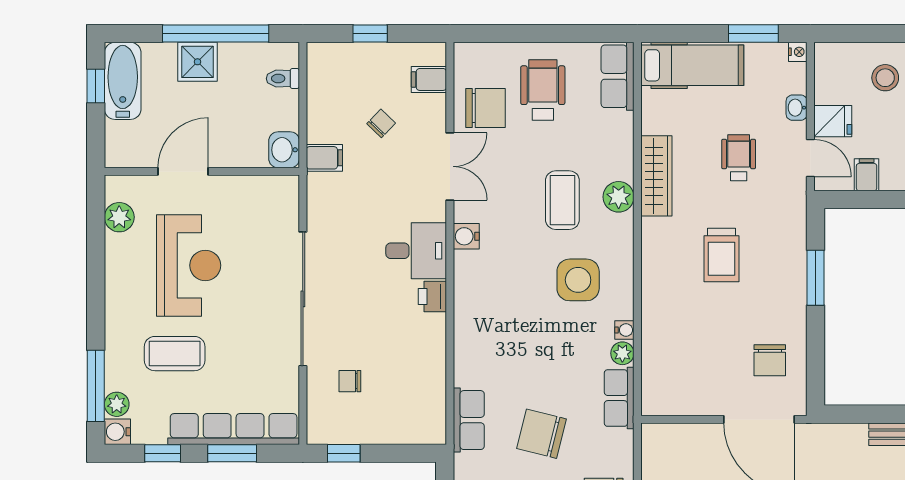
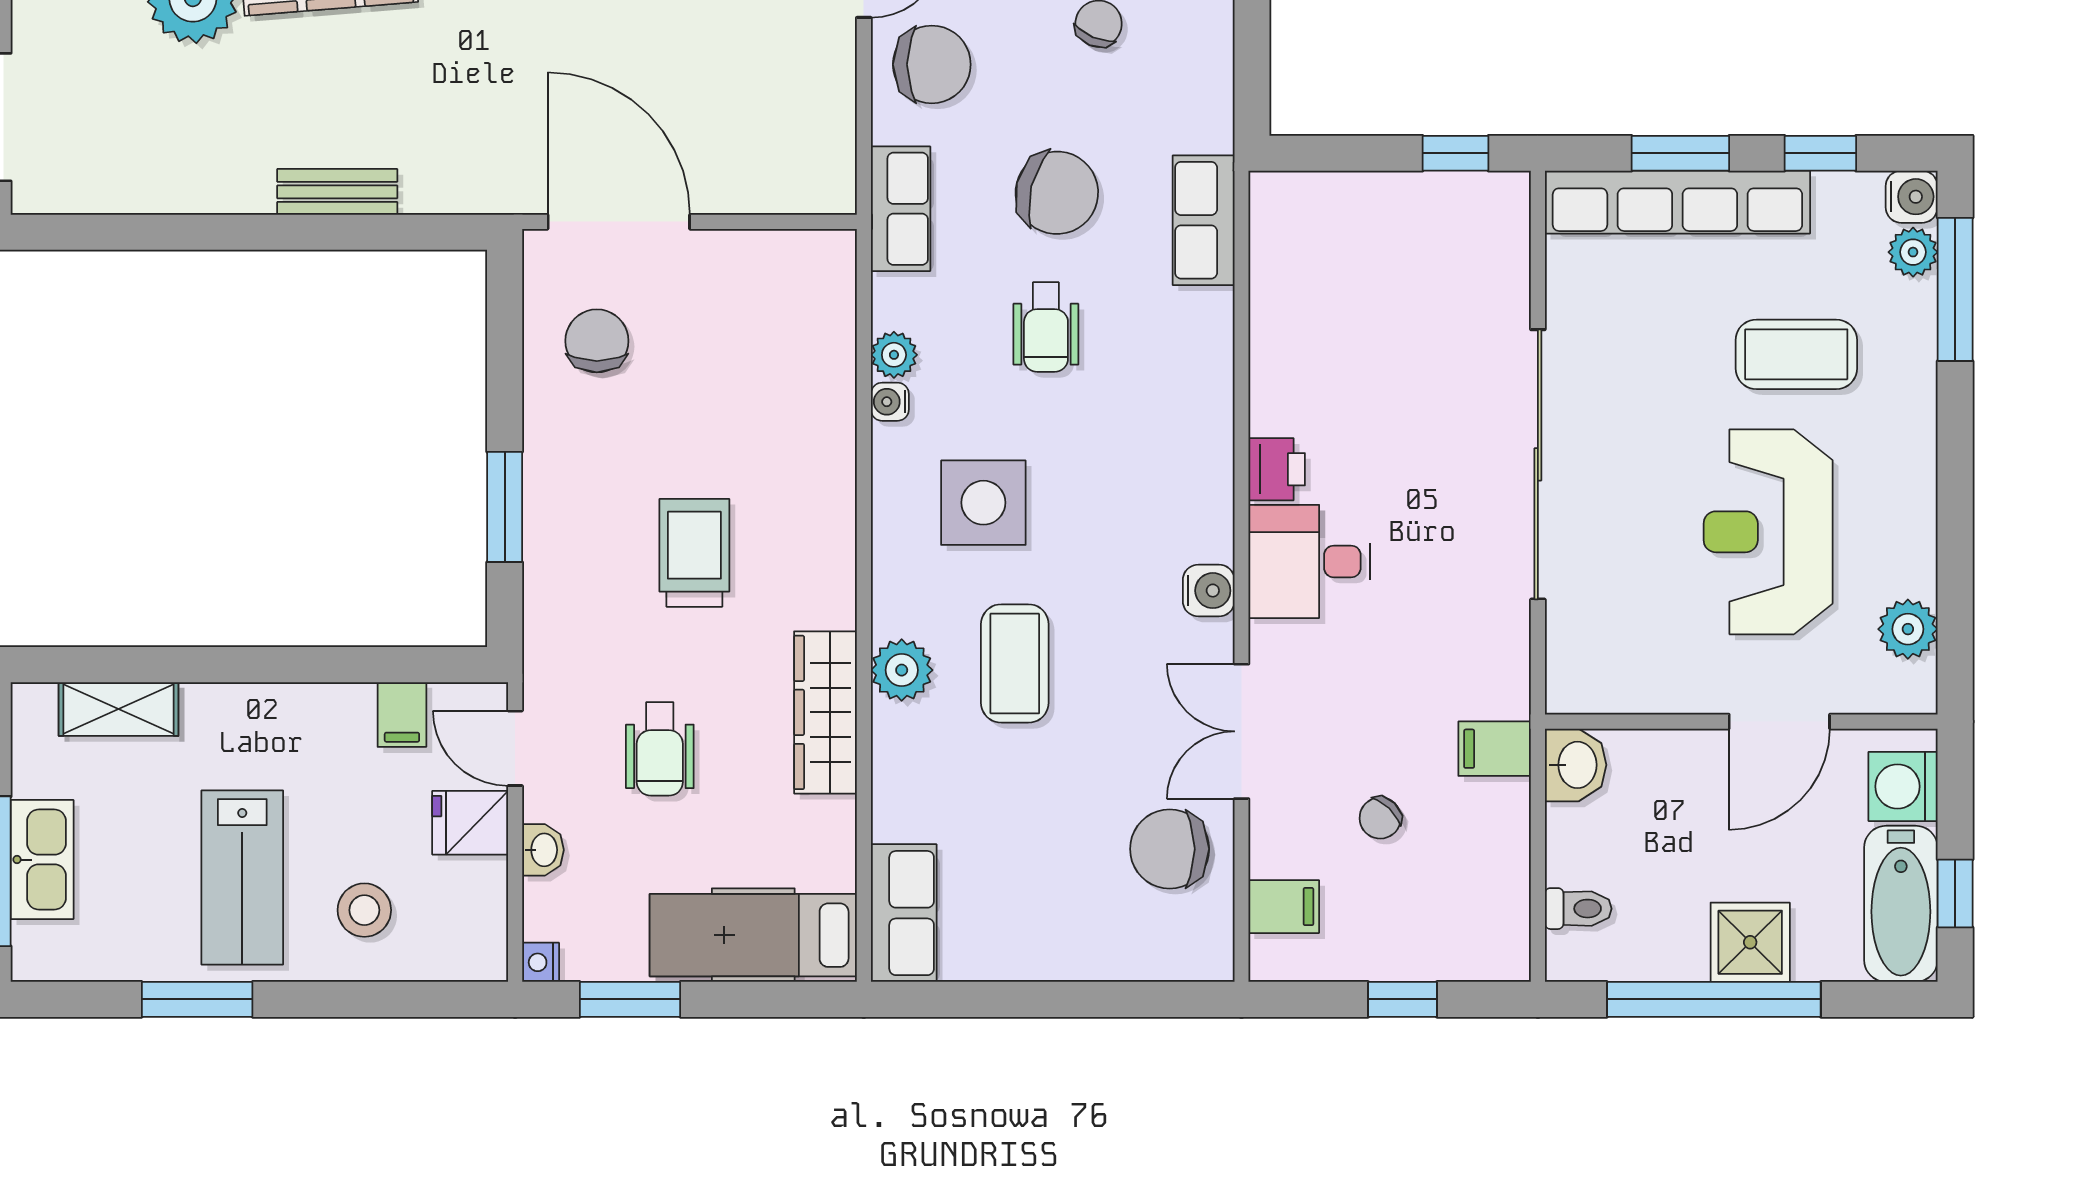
wheelchair: (543, 90) -> (1046, 327), moved, width x0.73, depth x0.73
washing machine: (122, 139) -> (1903, 786), added
chair: (350, 381) -> (1443, 299), removed
row of seats: (619, 398) -> (901, 209), moved

